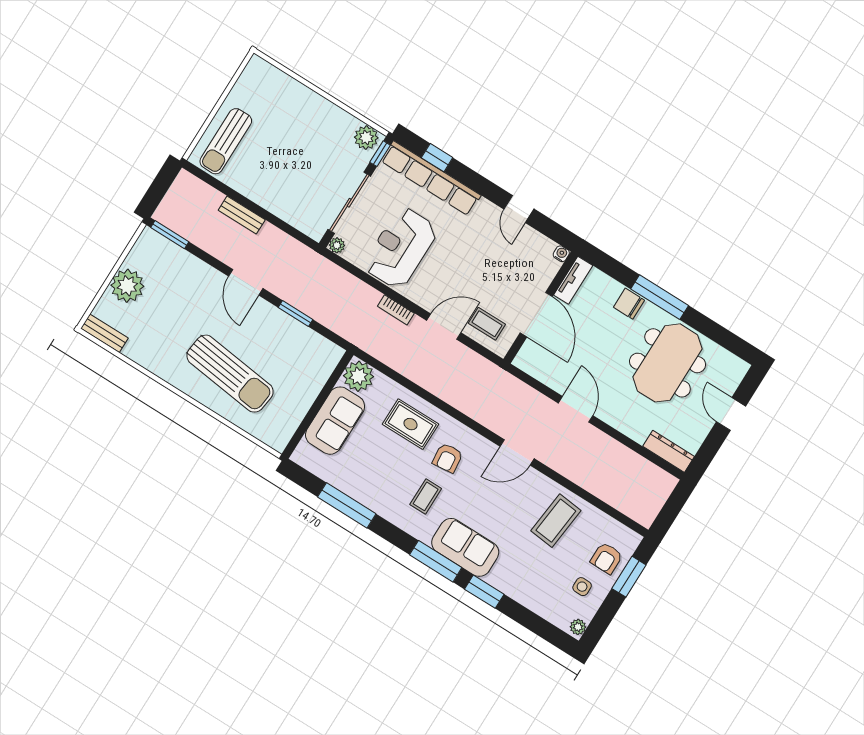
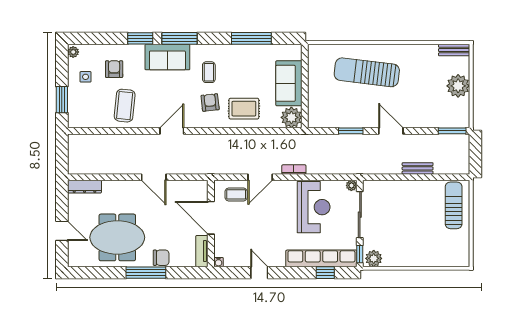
meeting table: (668, 363) -> (117, 237), turned 90
armchair: (607, 558) -> (114, 69), moved

